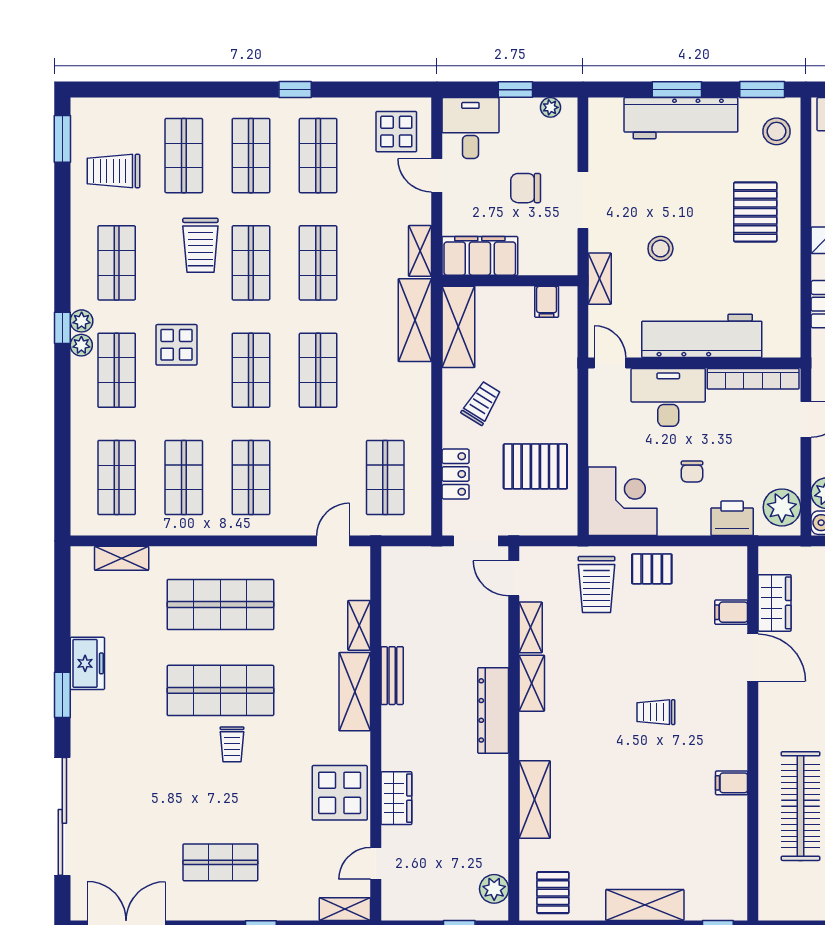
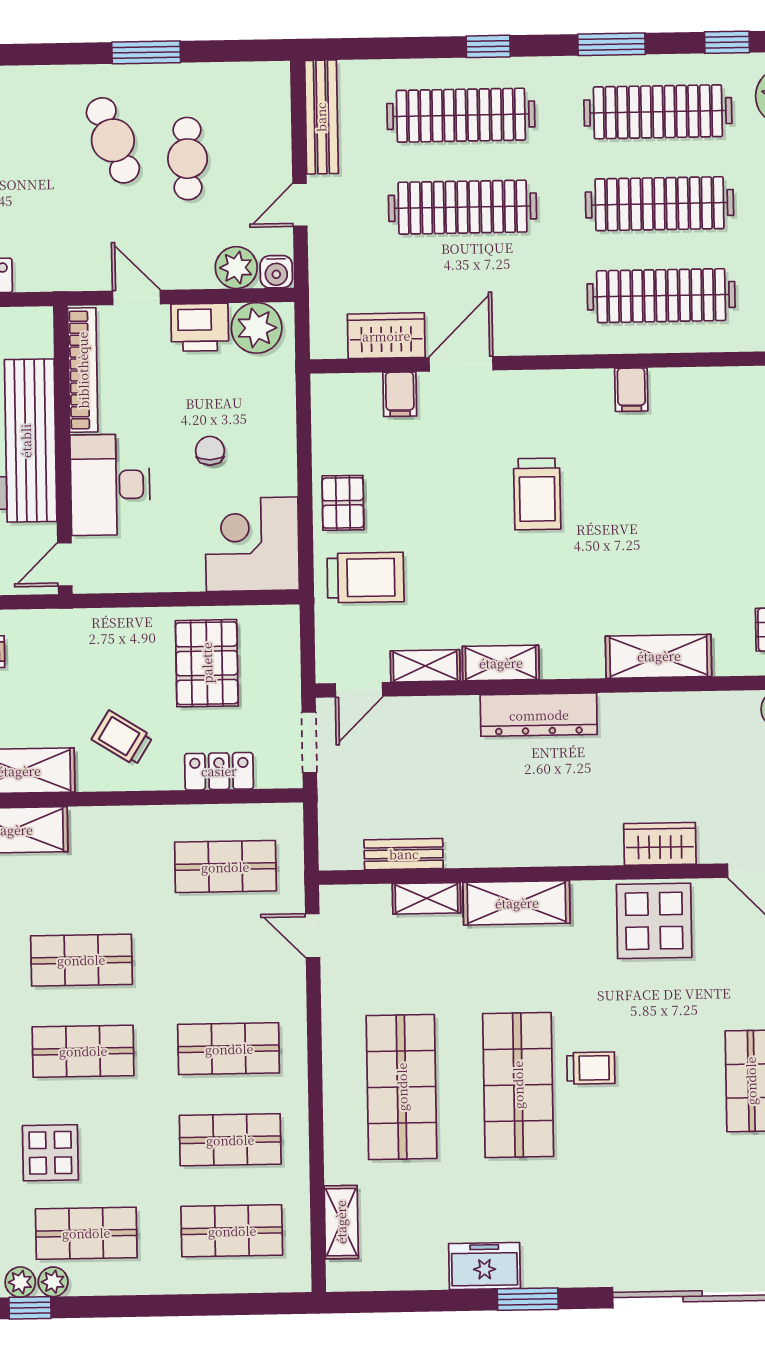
chair: (692, 472) -> (210, 451), turned -90
printer: (732, 518) -> (200, 327), moved, turned -90
bench: (392, 676) -> (404, 854), moved
trolley: (656, 712) -> (537, 494), width x1.36, depth x1.39

